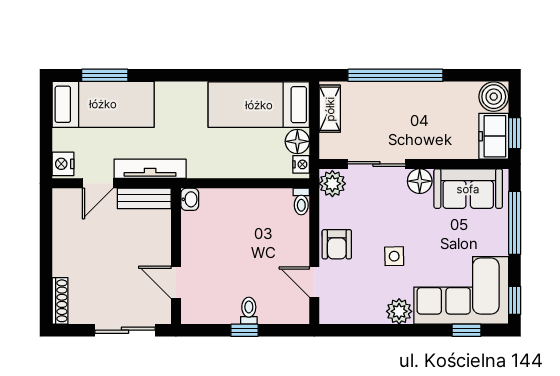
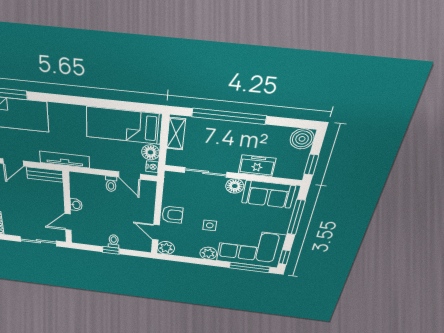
freezer: (494, 136) -> (257, 166), moved, turned 90
tv unit: (150, 169) -> (65, 160), moved
door: (269, 183) -> (129, 175), added
plant: (332, 184) -> (166, 248), moved
washbasin: (190, 199) -> (76, 205), moved
toilet: (301, 202) -> (111, 184), moved
armchair: (337, 244) -> (172, 215), turned -90
door: (176, 282) -> (68, 222), hinge flipped
window: (467, 330) -> (250, 267), width x2.17

